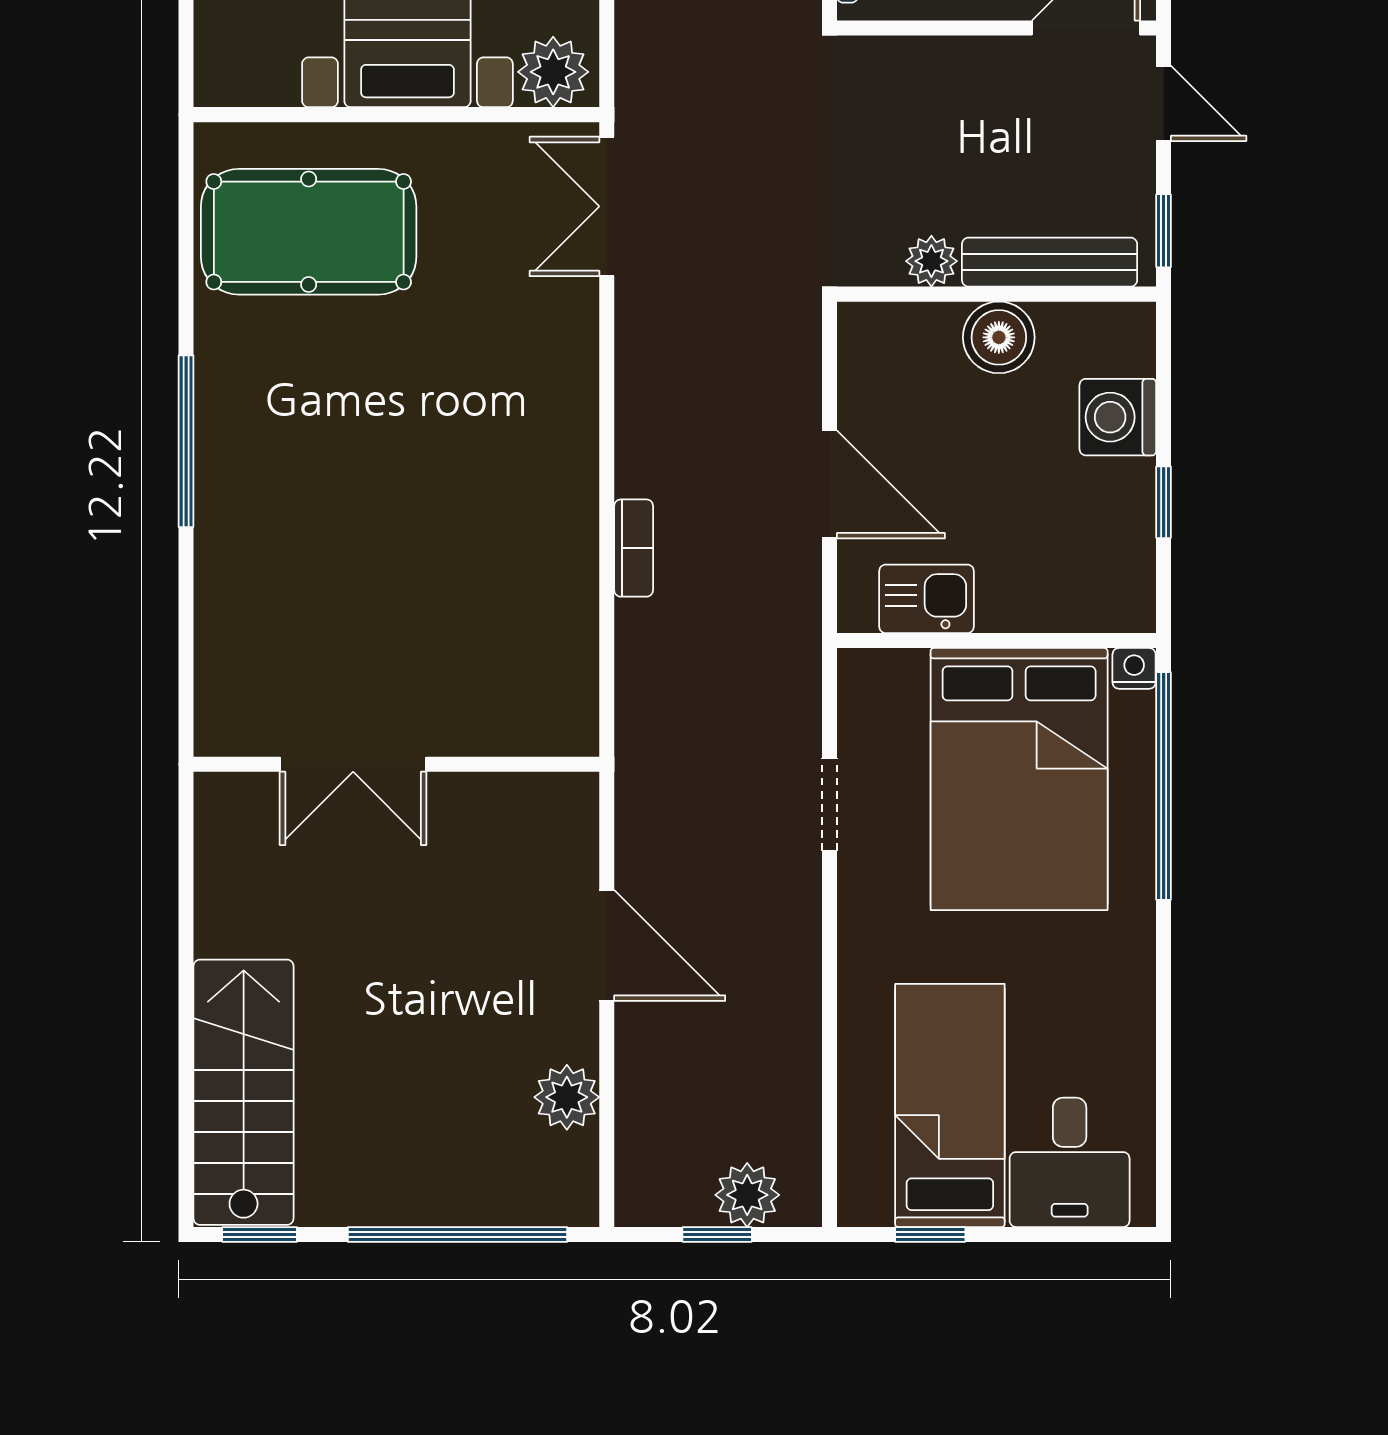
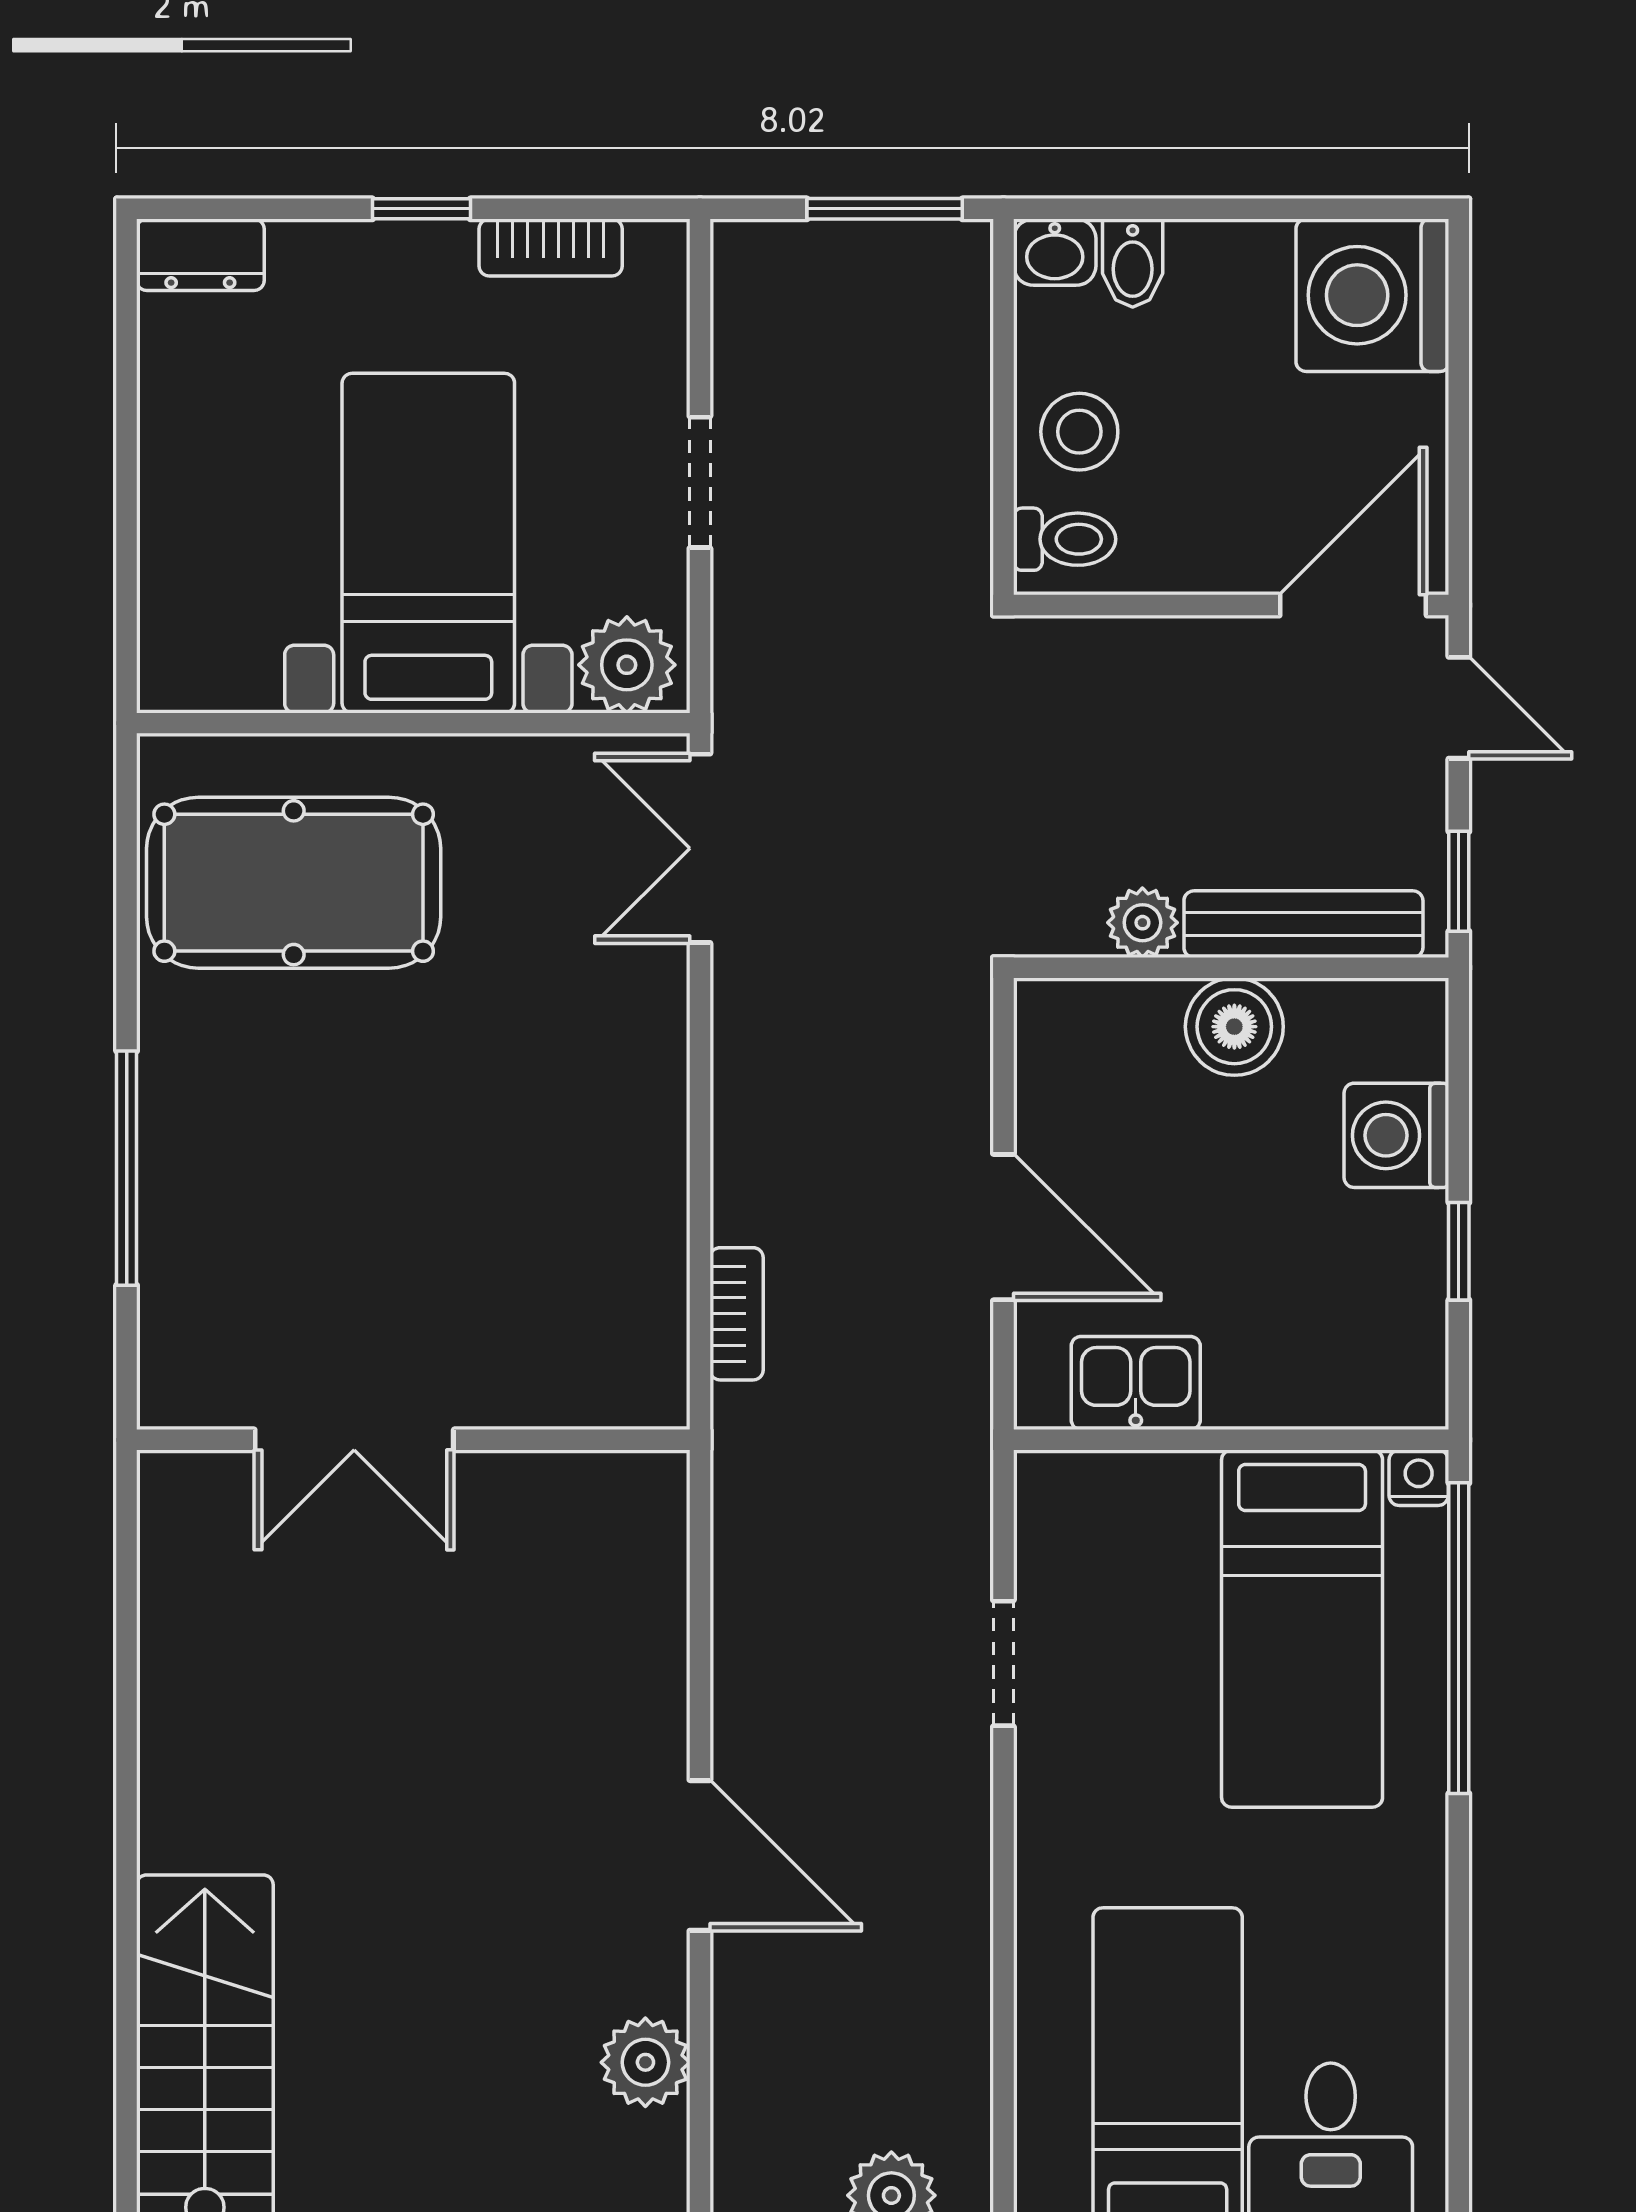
double door: (353, 764) -> (354, 1440), moved
wall: (396, 764) -> (413, 1440), moved
bed: (1019, 779) -> (1302, 1629), width x0.67

